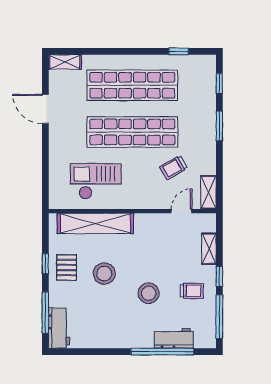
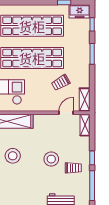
freezer: (201, 64) -> (80, 11), added
shelving: (209, 249) -> (85, 125), moved
stool: (149, 293) -> (51, 159), moved

